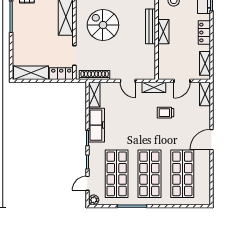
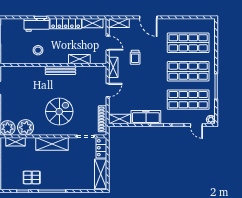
spiral stairs: (103, 25) -> (59, 112), turned 180
shelving: (163, 32) -> (79, 59), moved
locker: (204, 32) -> (66, 24), width x1.53
door: (211, 140) -> (148, 17), moved

